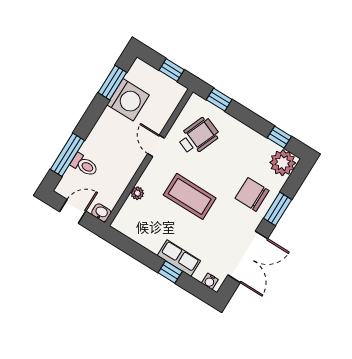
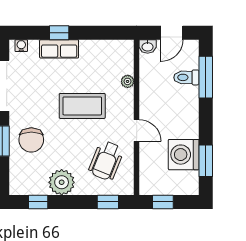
plant: (283, 163) -> (62, 182), moved
chair: (252, 194) -> (31, 140), turned 90

